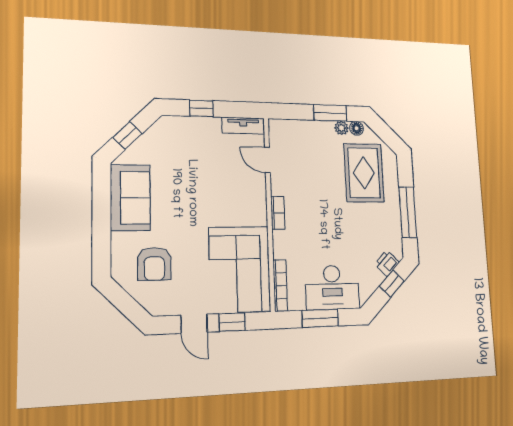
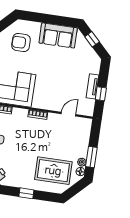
window: (201, 108) -> (101, 94), moved
tv unit: (243, 126) -> (93, 86), moved
window: (408, 212) -> (26, 193), width x0.46

